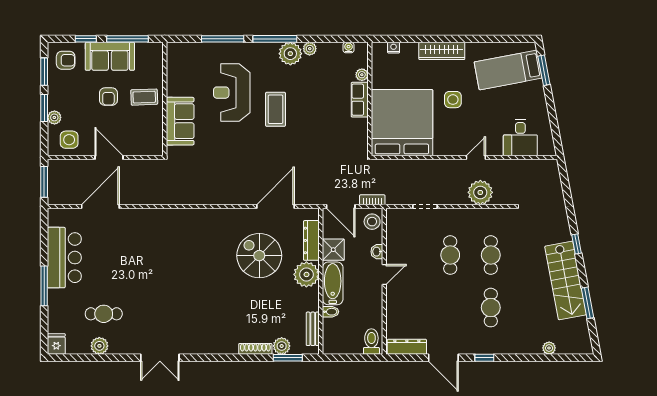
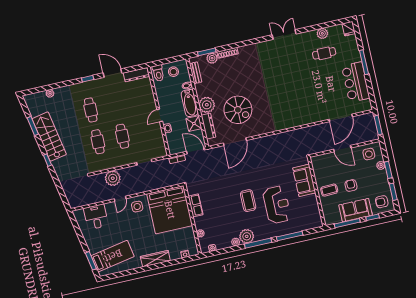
row of seats: (360, 100) -> (196, 205), moved
side table: (453, 100) -> (137, 207), moved
stool: (372, 222) -> (173, 72), moved

